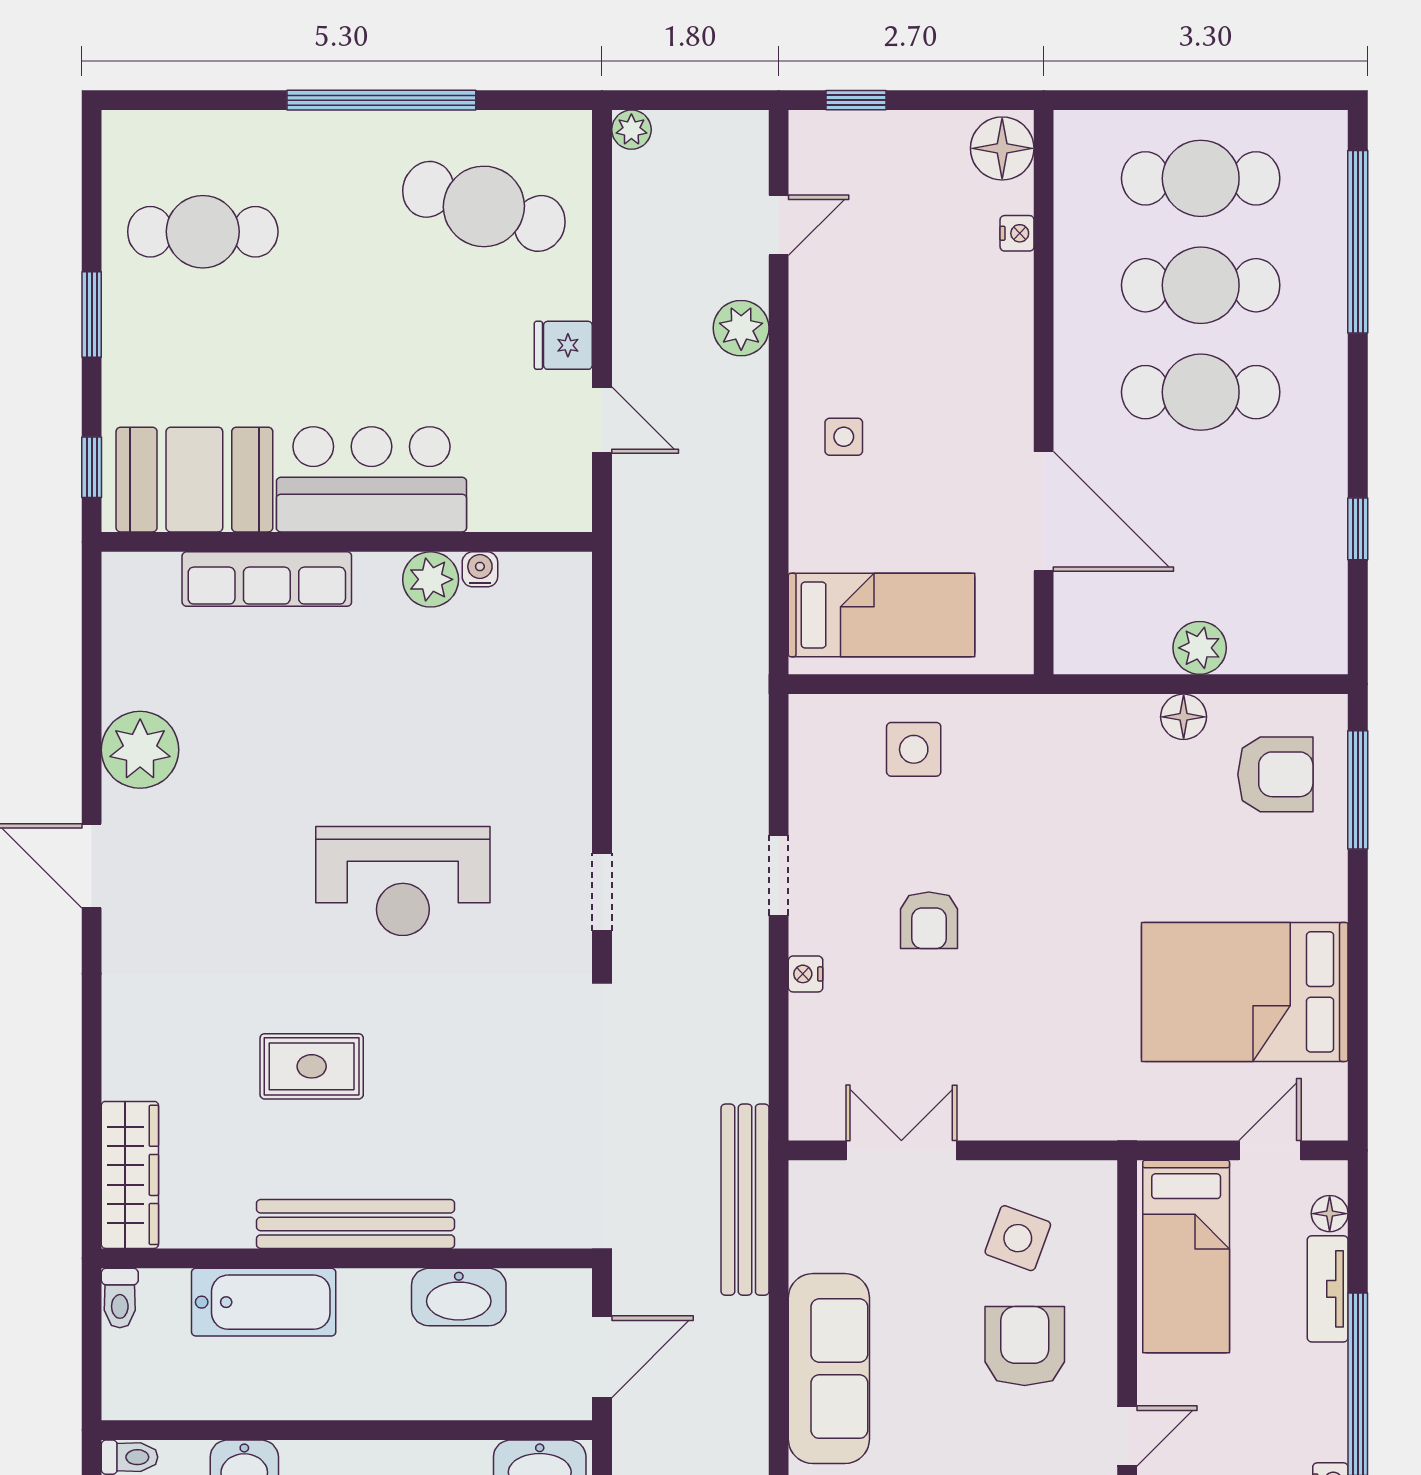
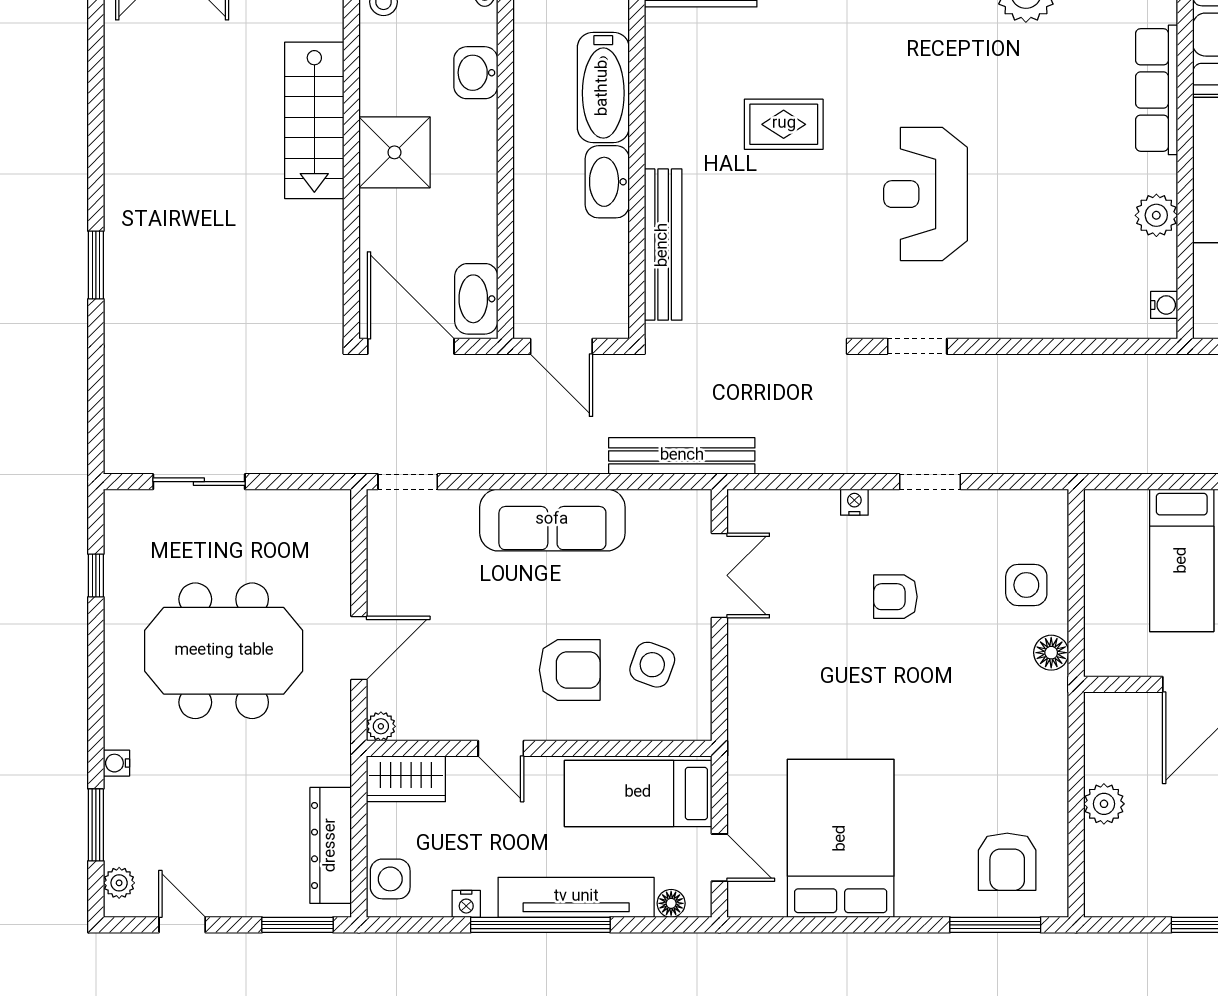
water cooler: (480, 569) -> (1164, 305), moved
bed: (882, 615) -> (1182, 560), moved
floor lamp: (1184, 717) -> (1051, 653), moved
rug: (312, 1066) -> (784, 124), turned 90
bench: (356, 1224) -> (663, 245), moved
tv unit: (1328, 1289) -> (576, 897), width x1.92, depth x1.29
washbasin: (459, 1297) -> (607, 182), moved

